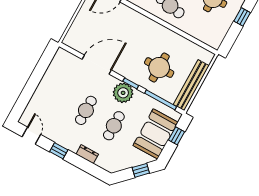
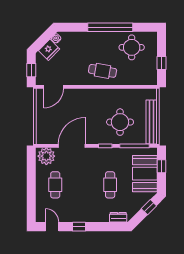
window: (242, 17) -> (162, 63), moved
plant: (123, 93) -> (46, 156), moved
cafe table: (86, 110) -> (55, 185), moved
dresser: (87, 154) -> (118, 217), moved

